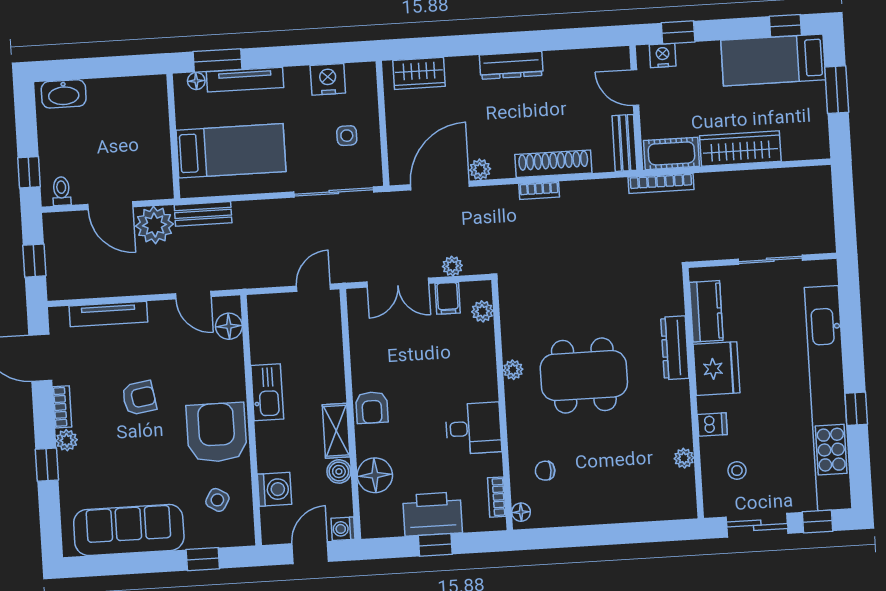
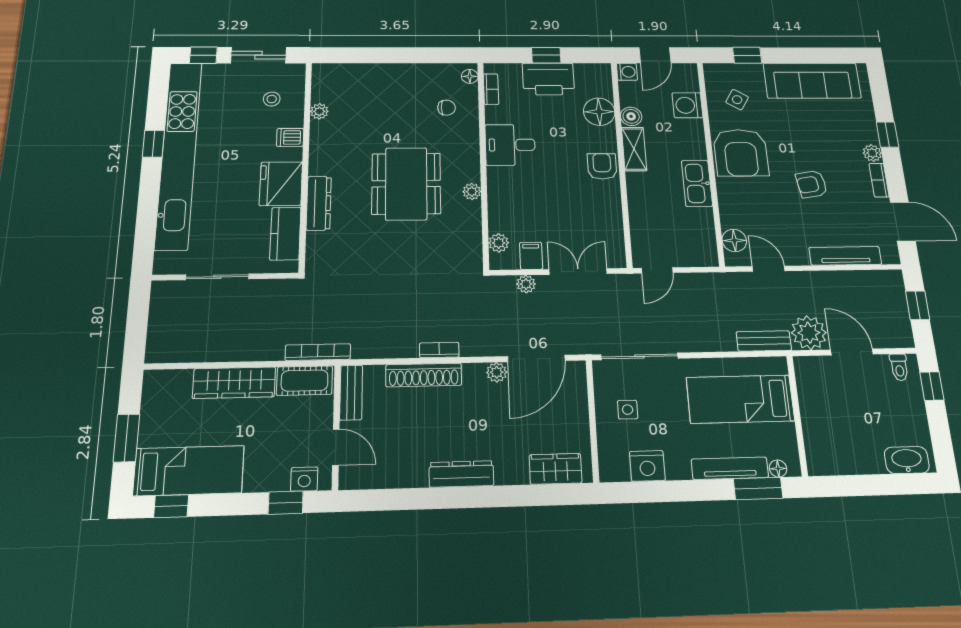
dining table: (584, 376) -> (406, 184), turned 90

